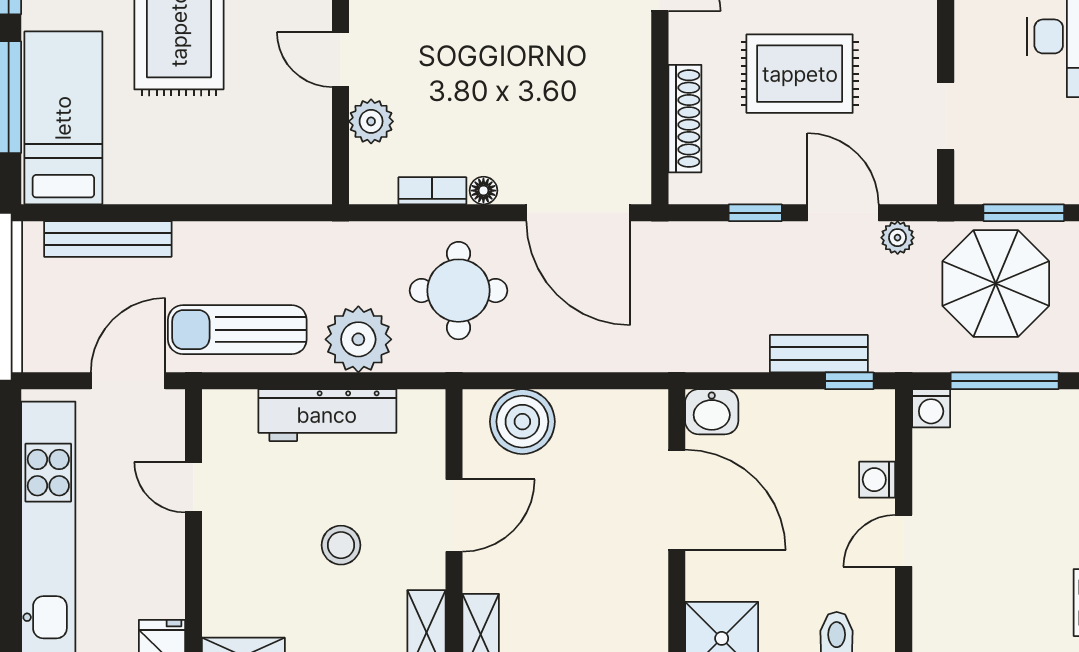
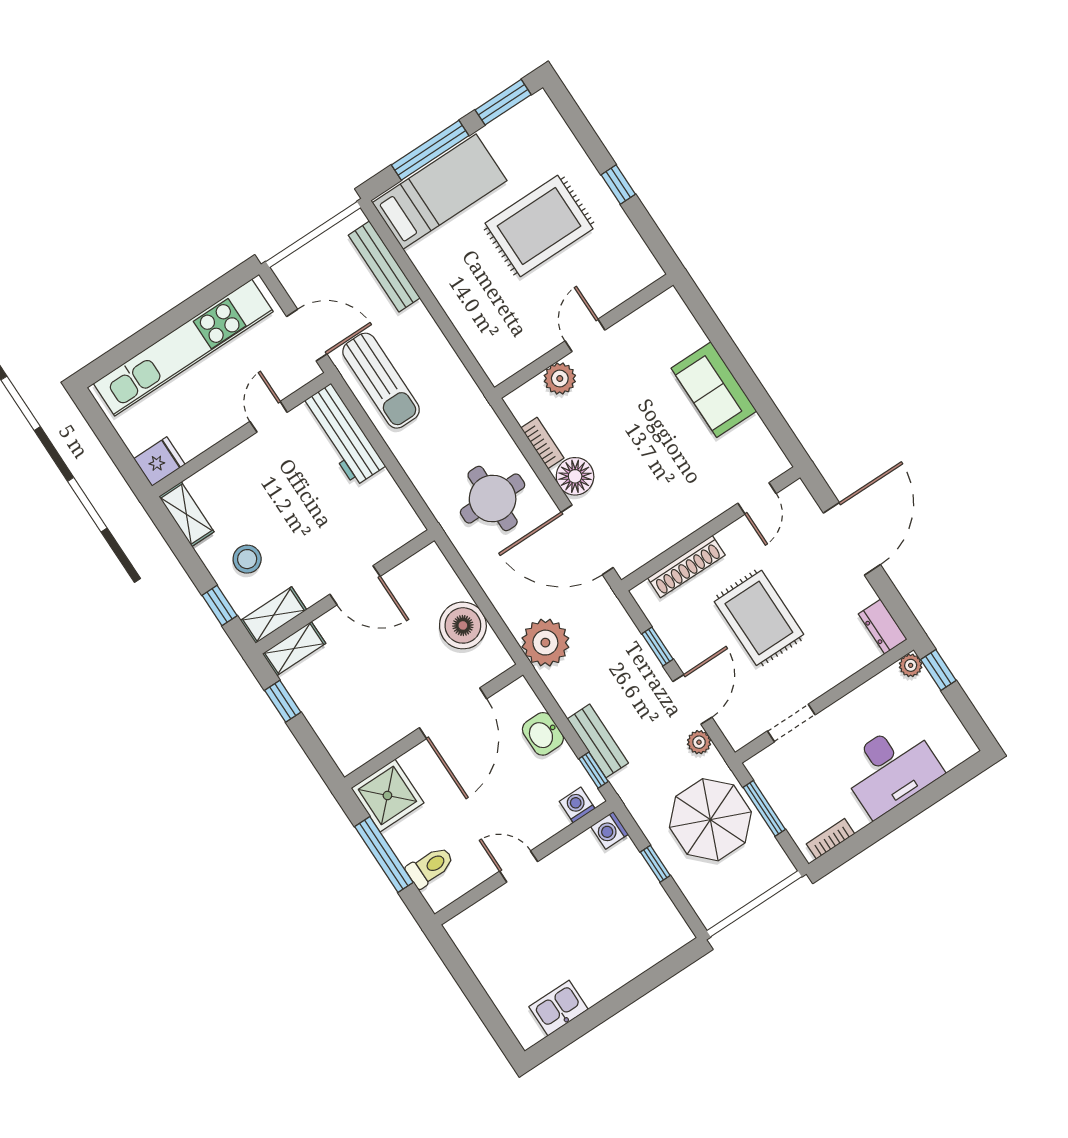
floor lamp: (483, 191) -> (575, 476), width x1.89, depth x1.89
door: (578, 213) -> (587, 540), hinge flipped
sun lounger: (237, 330) -> (381, 381), turned 180
plant: (358, 339) -> (545, 643), moved
window: (1005, 381) -> (655, 864), width x0.46
washbasin: (712, 412) -> (543, 734), moved
workbench: (327, 415) -> (343, 435), moved
boiler: (522, 422) -> (463, 625), moved
washing machine: (877, 480) -> (577, 805), moved
stool: (341, 545) -> (247, 559), moved

